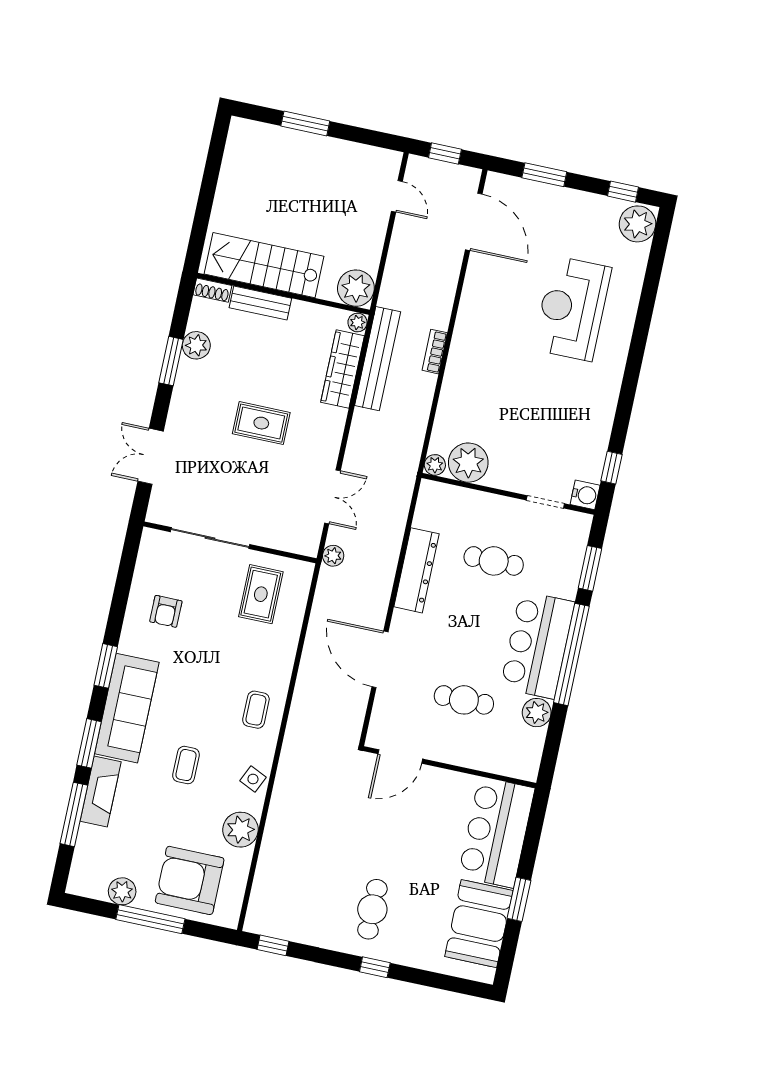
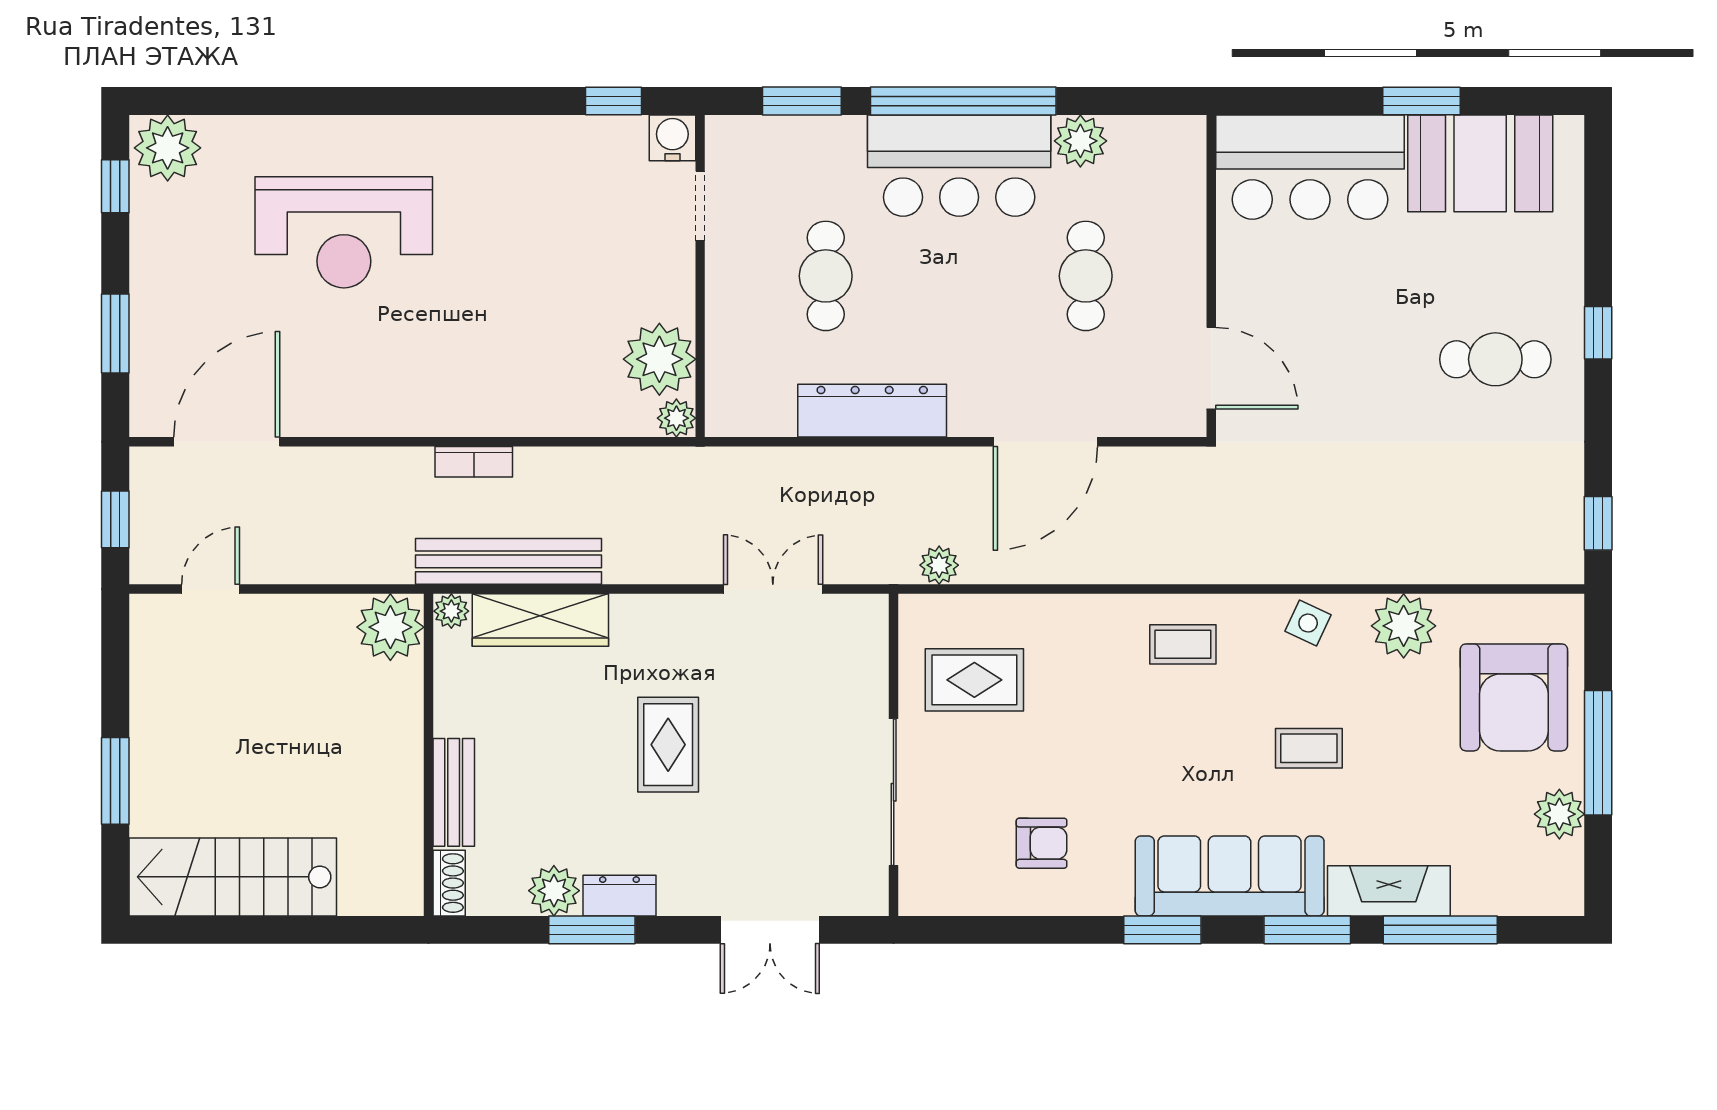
stairs: (264, 265) -> (233, 877), moved, turned 90
dresser: (186, 380) -> (619, 896), added
plant: (333, 556) -> (939, 565), moved

